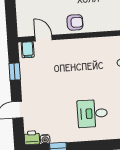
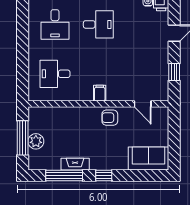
filing cabinet: (28, 50) -> (100, 93), moved

